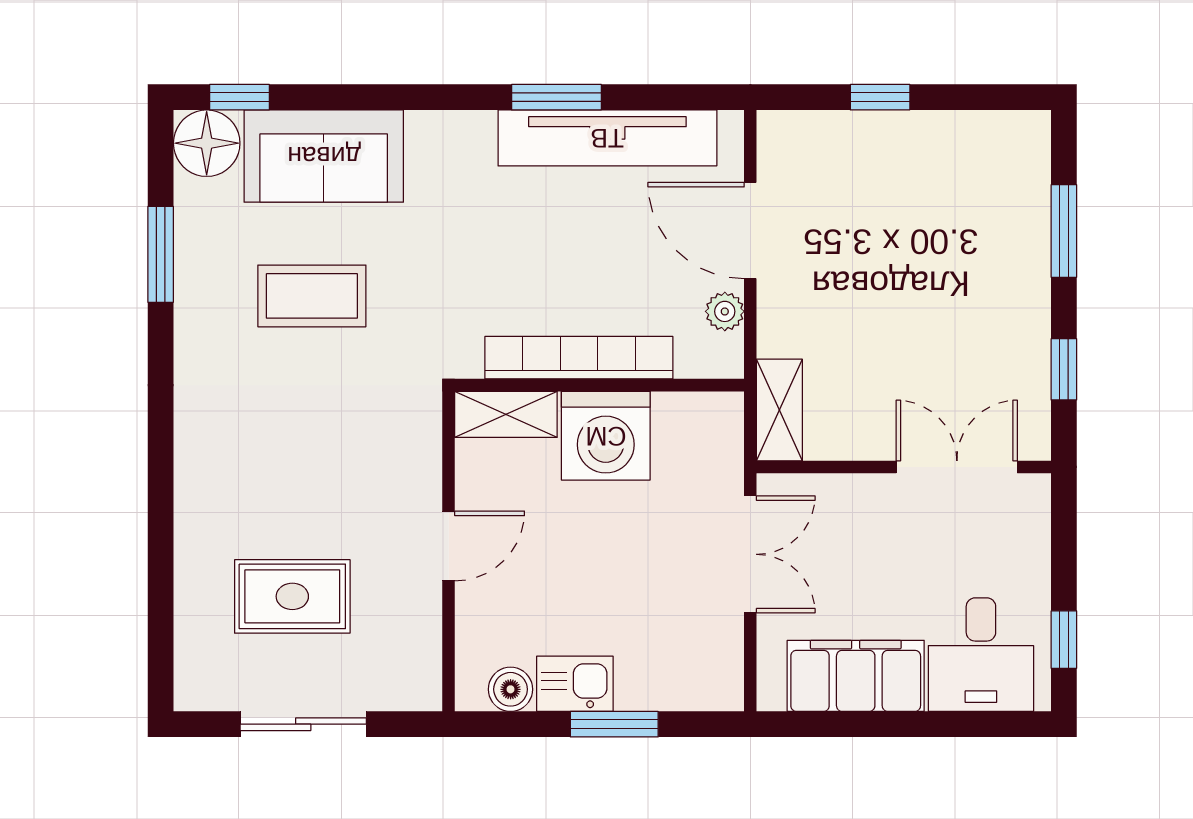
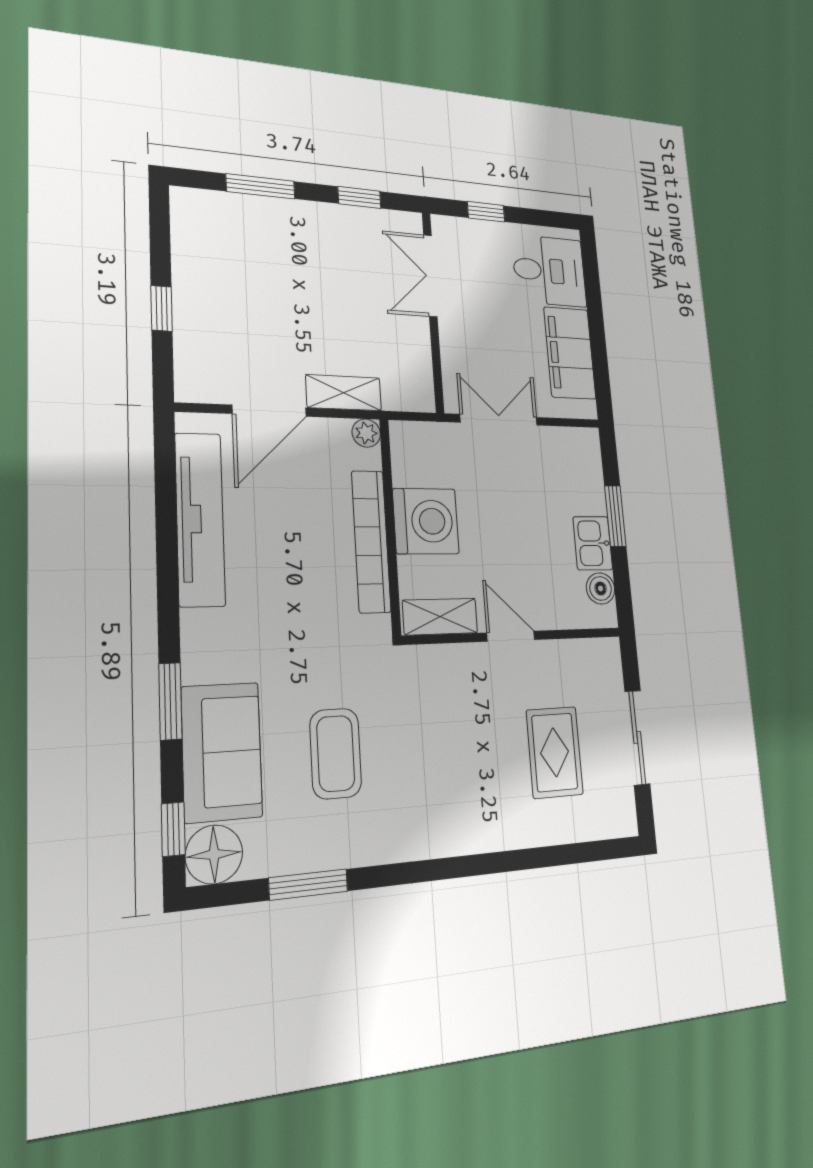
window: (556, 97) -> (170, 701), moved
plant: (725, 311) -> (366, 433), moved
shelving: (779, 410) -> (344, 393), moved
shelving: (506, 414) -> (440, 617), moved, turned 90
window: (1064, 640) -> (486, 212), moved

